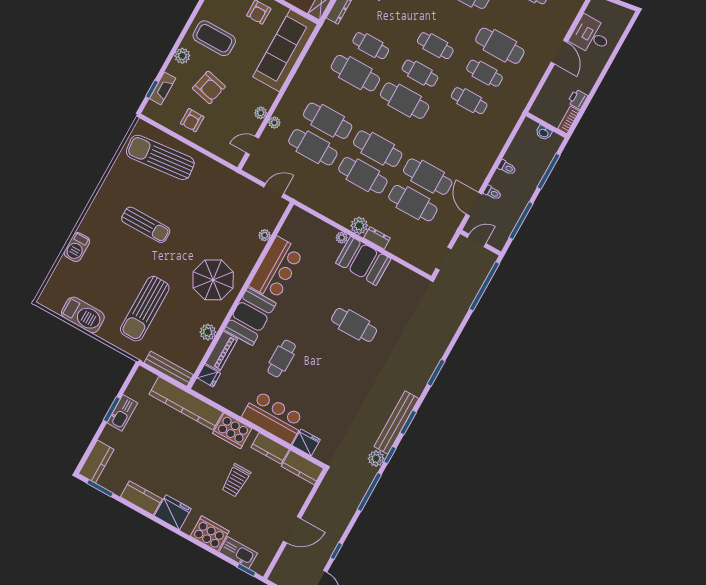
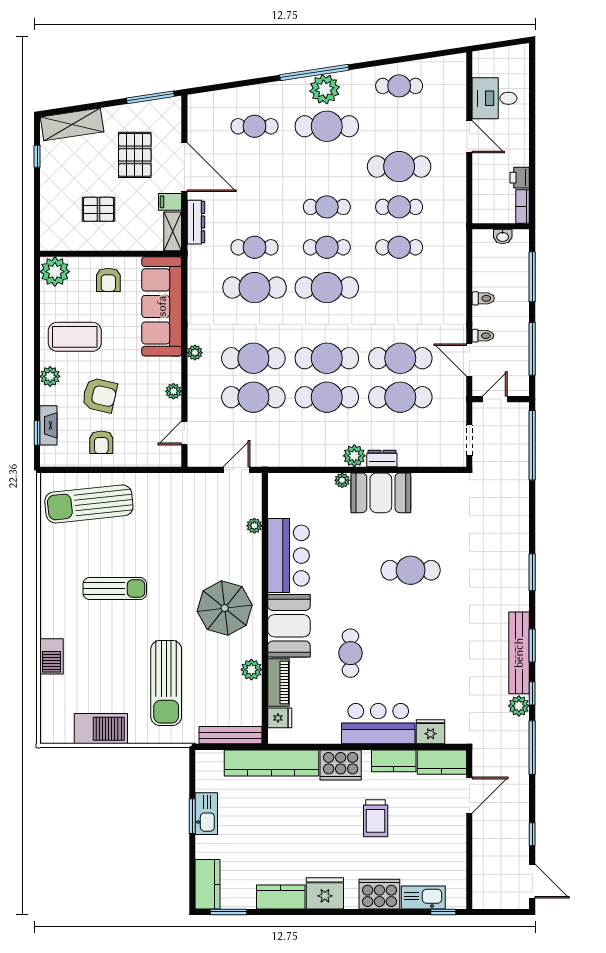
plant: (274, 123) -> (195, 353), moved
door: (292, 530) -> (469, 795), moved

